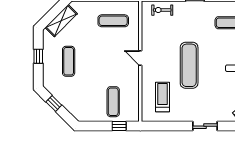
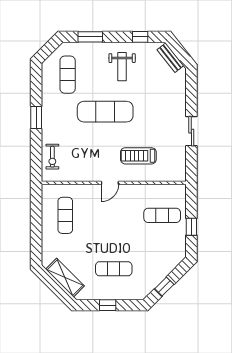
exercise mat: (189, 65) -> (105, 112), moved
treadmill: (162, 97) -> (138, 156), moved
window: (119, 126) -> (191, 227), moved
sliding door: (205, 126) -> (191, 131), moved

